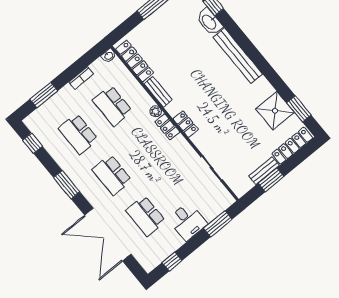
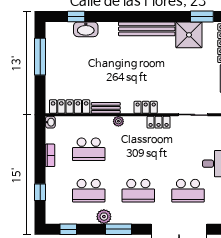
bench: (238, 56) -> (147, 29), moved
window: (44, 95) -> (40, 192), width x0.67
locker: (167, 127) -> (159, 122), moved
plant: (67, 164) -> (104, 217), added

